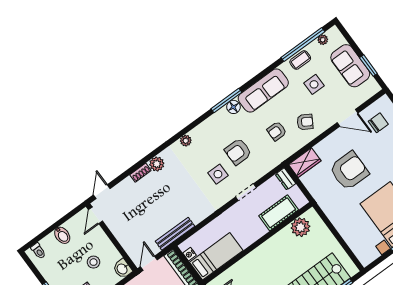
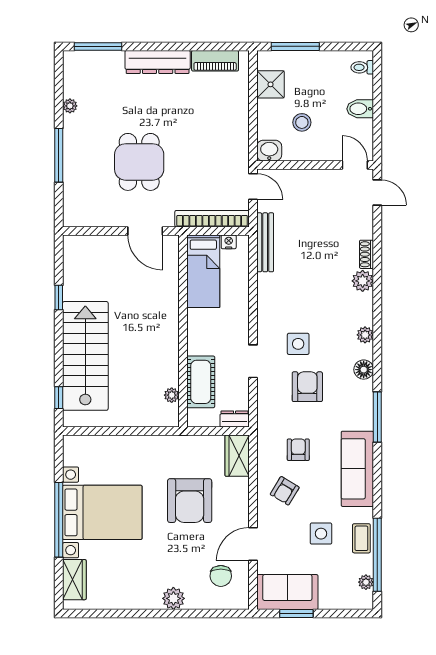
sofa: (350, 66) -> (287, 592), moved
floor lamp: (233, 107) -> (364, 370), moved
plant: (300, 227) -> (172, 395), width x0.53, depth x0.53

